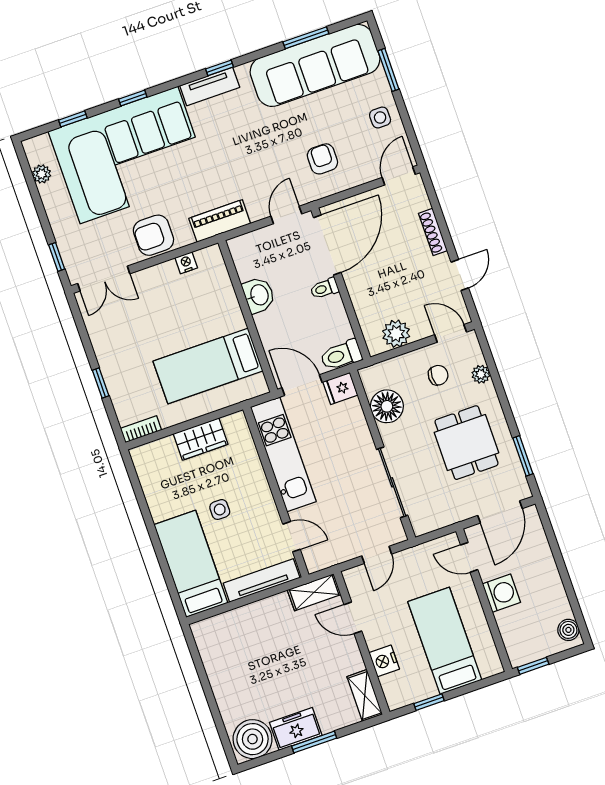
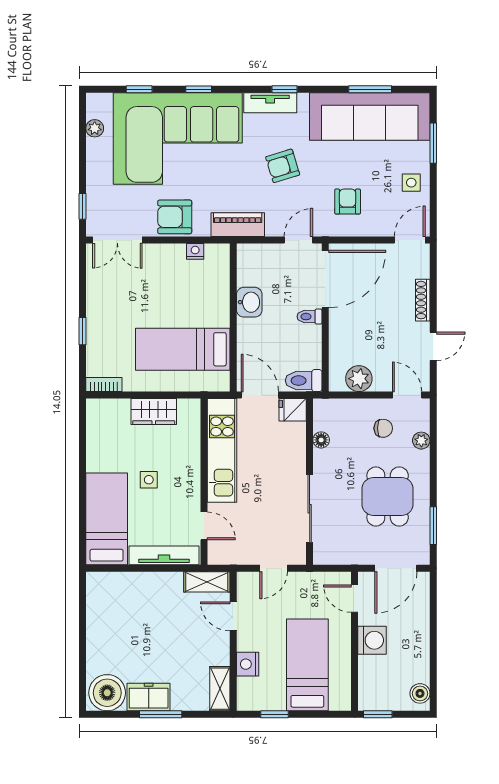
armchair: (244, 146) -> (283, 166), added
floor lamp: (387, 406) -> (321, 440), width x0.53, depth x0.53

